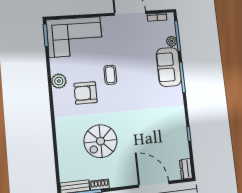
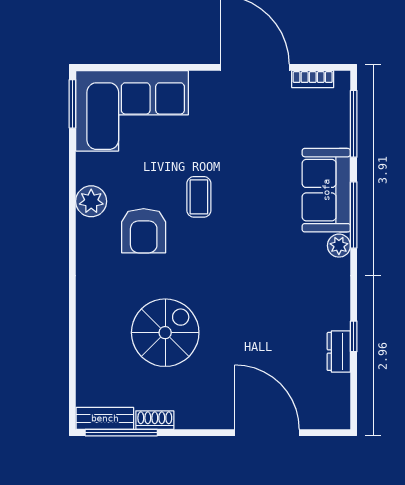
plant: (172, 41) -> (339, 246), moved
armchair: (86, 93) -> (144, 231), turned -90
spiral stairs: (101, 141) -> (165, 333), turned 180
dresser: (186, 169) -> (339, 351), moved

